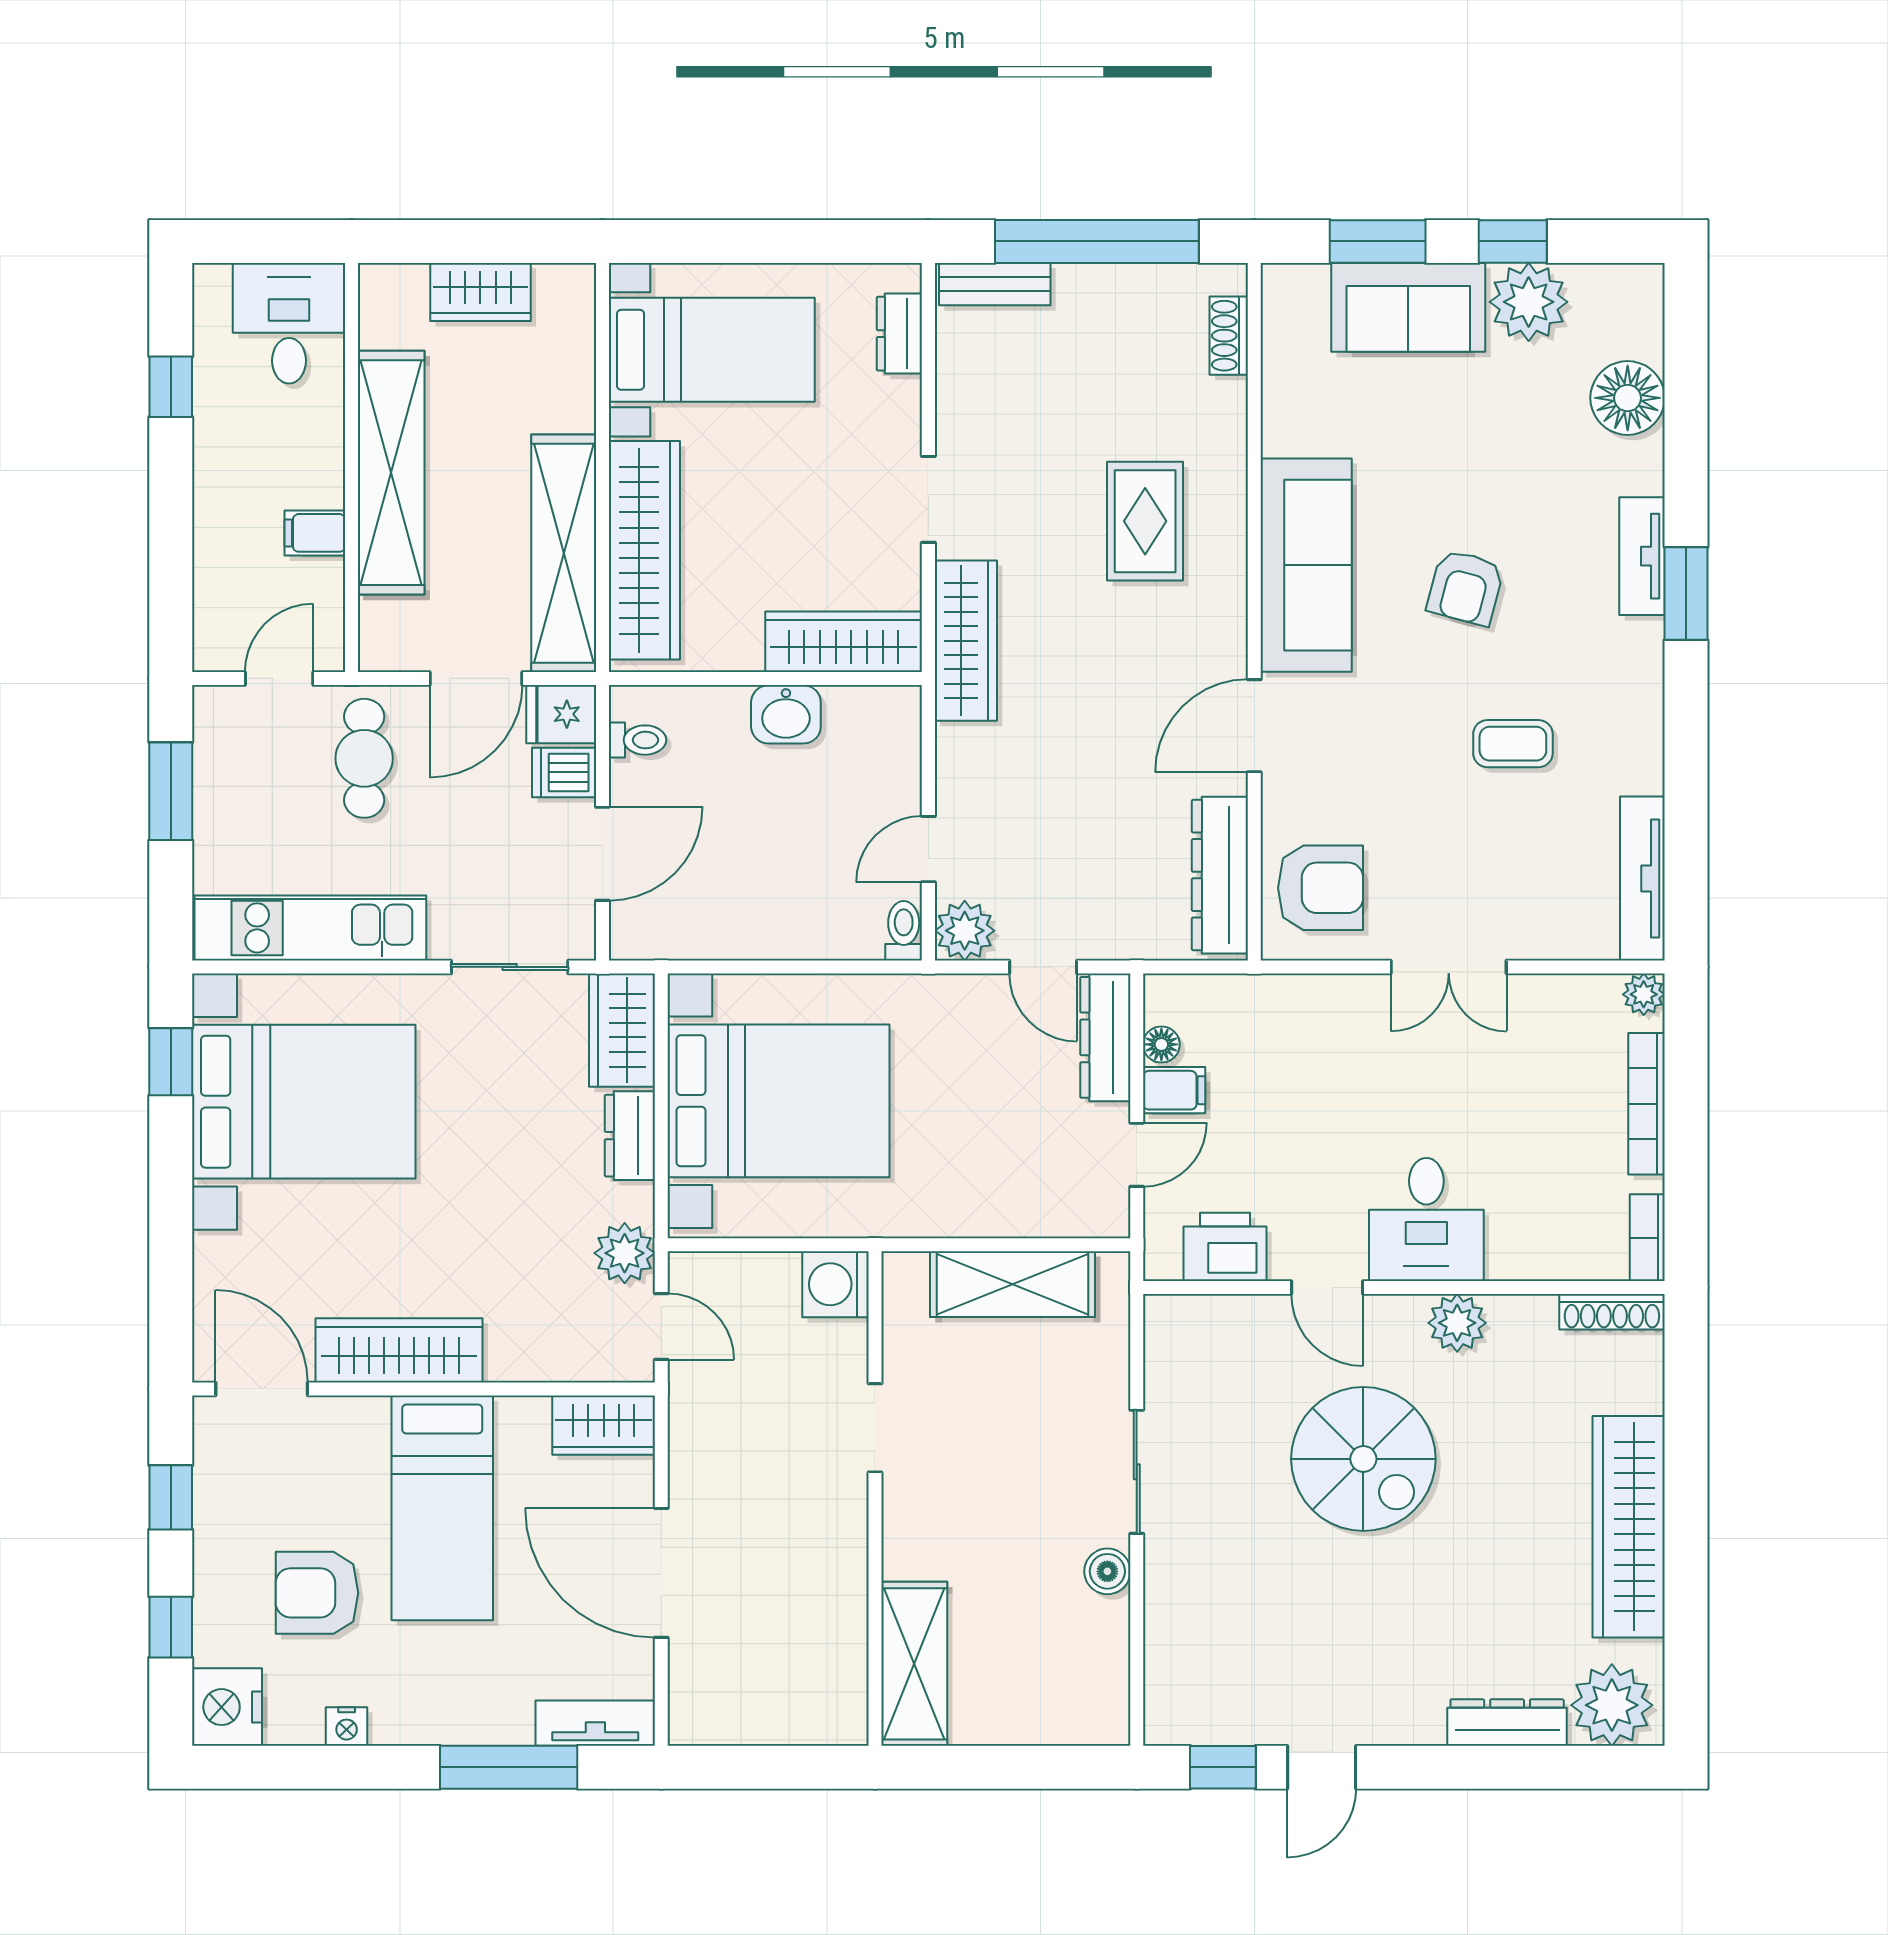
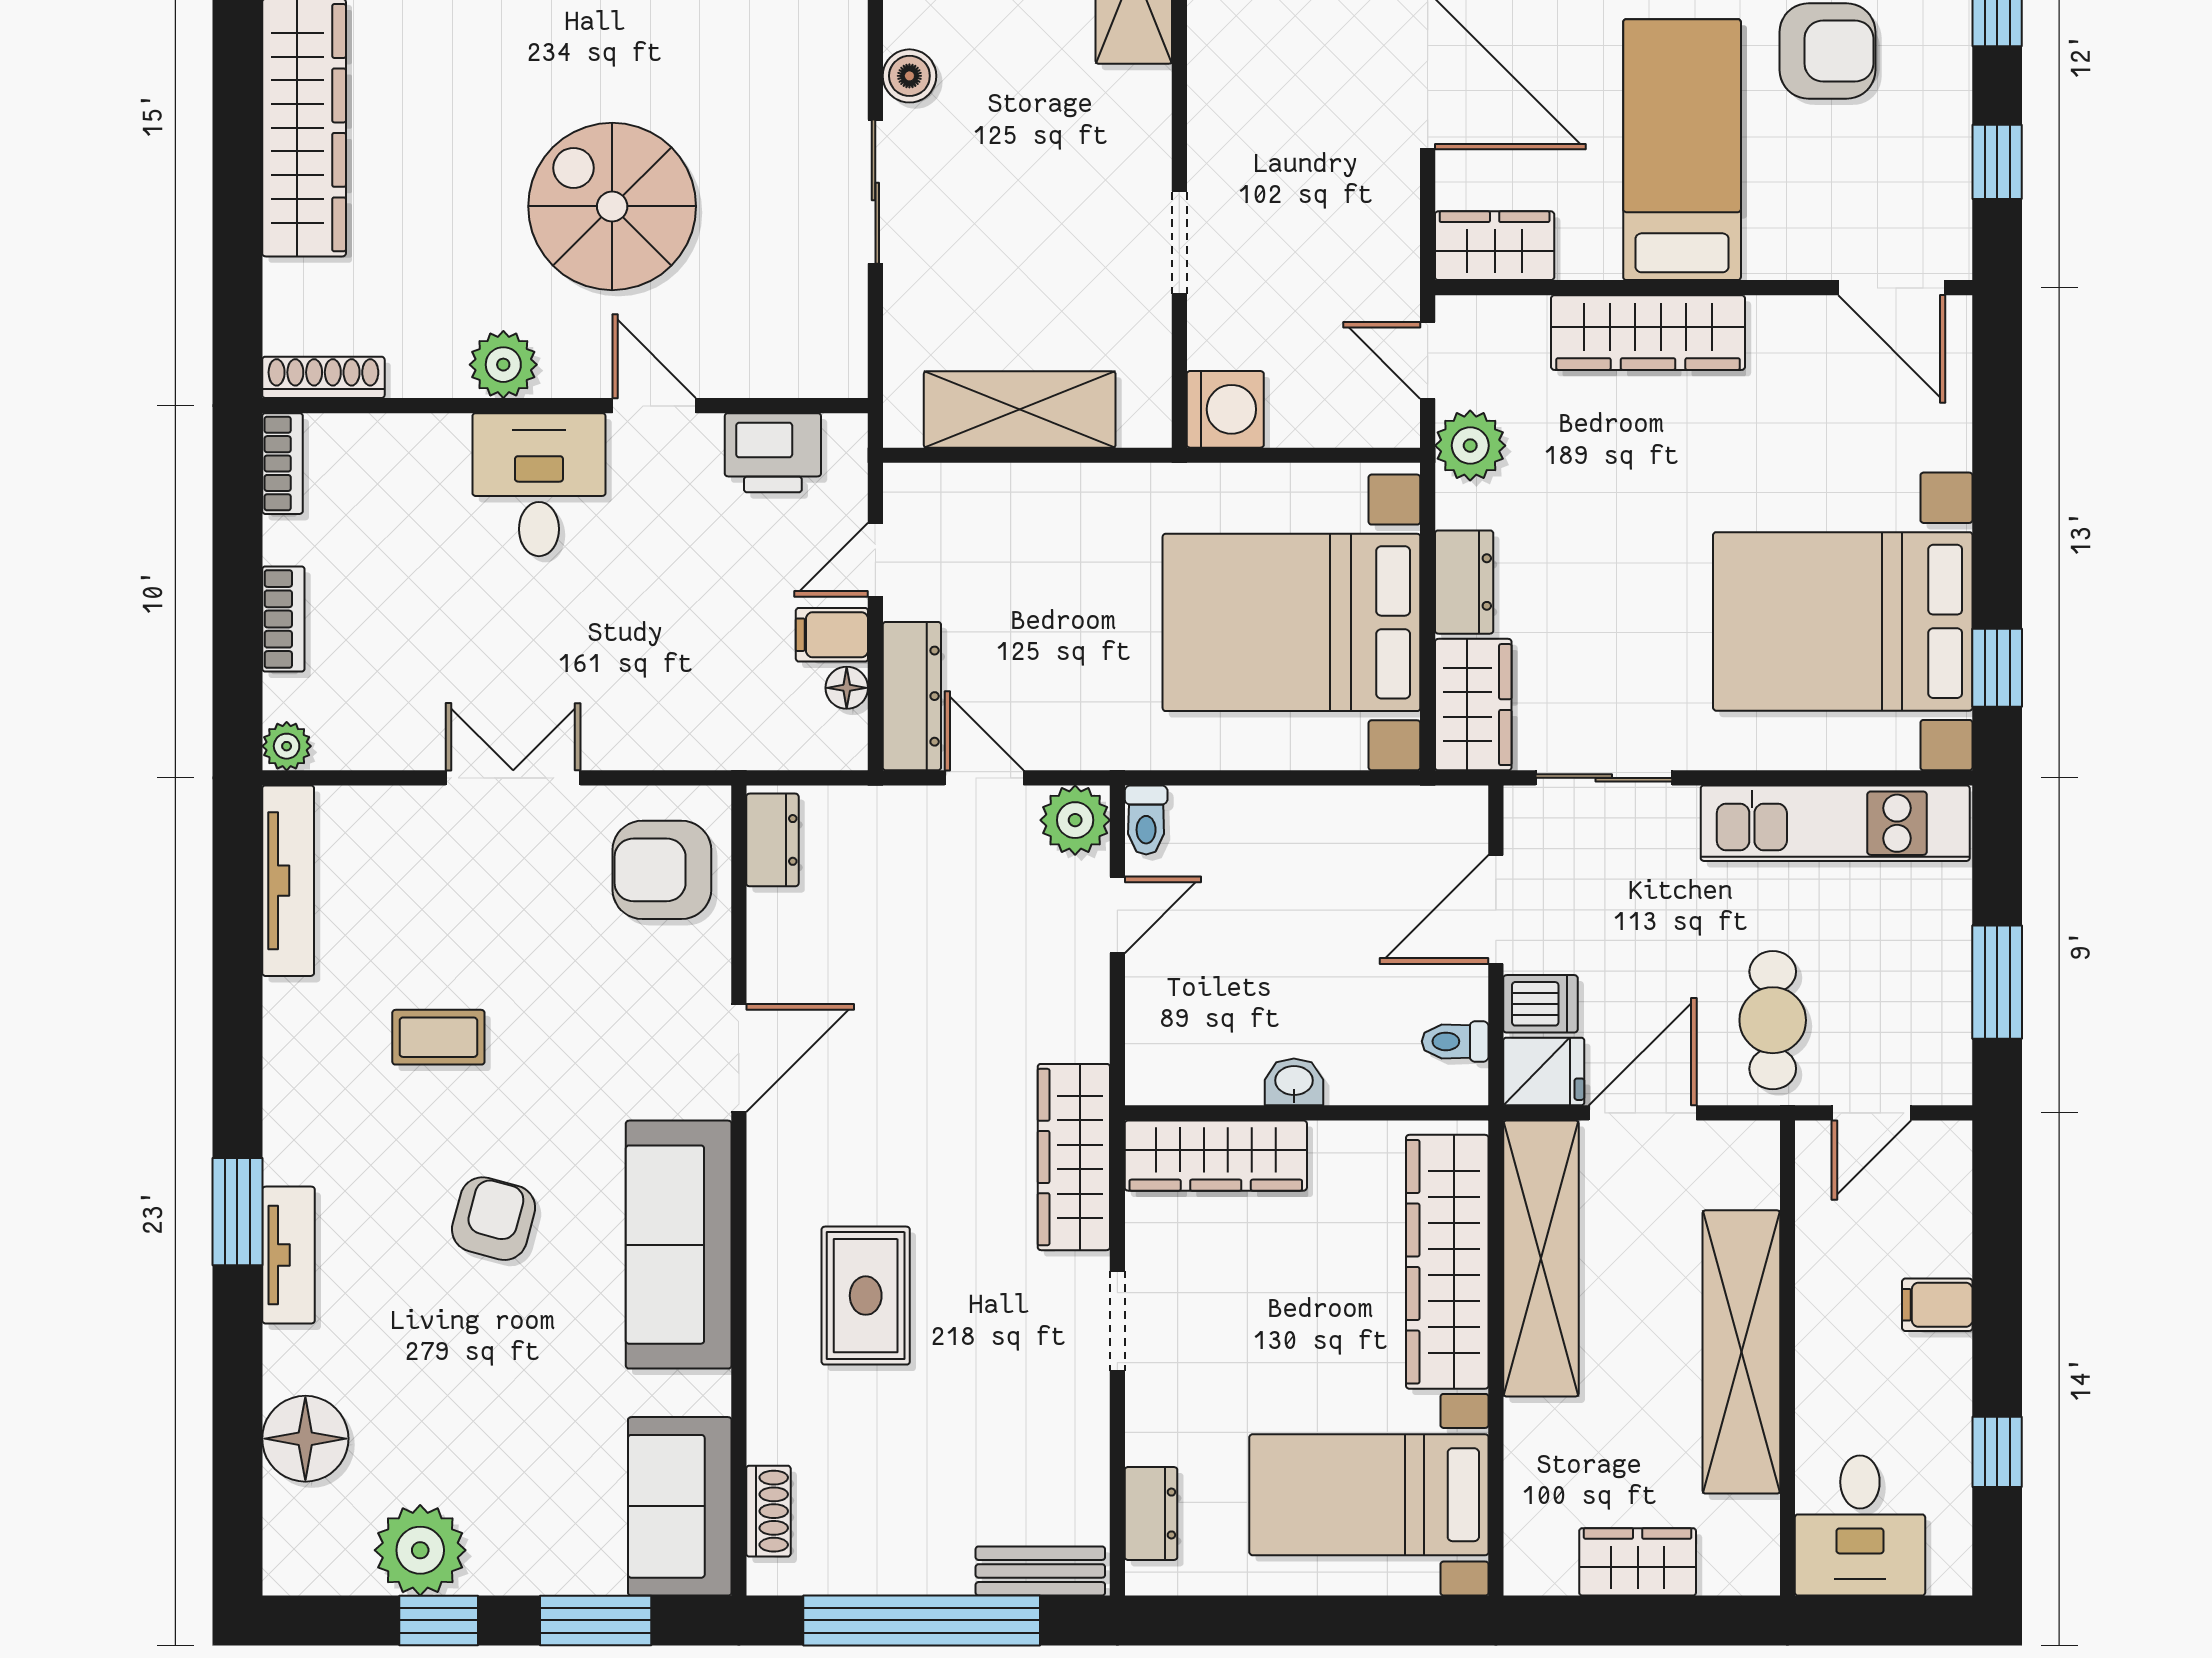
sofa: (1408, 307) -> (680, 1506), moved, turned -90
filing cabinet: (315, 533) -> (1937, 1305), moved, turned 180
washbasin: (786, 714) -> (1294, 1082), width x0.72, depth x0.69
dresser: (1220, 875) -> (772, 840), width x0.51, depth x0.80
bookcase: (1646, 1104) -> (283, 619), width x0.64
wardrobe: (399, 1350) -> (1648, 333), moved

